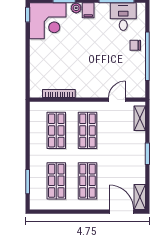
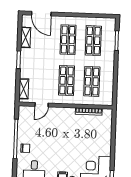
shelving: (140, 197) -> (26, 37), moved

